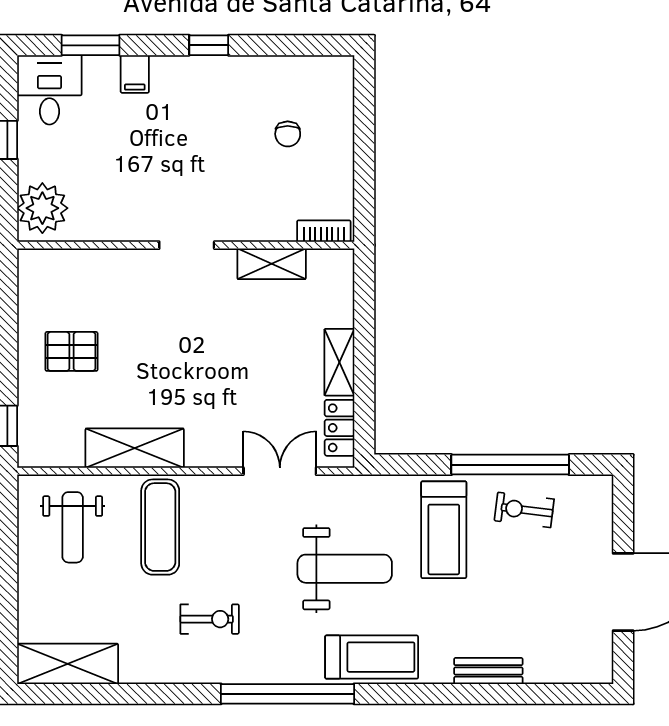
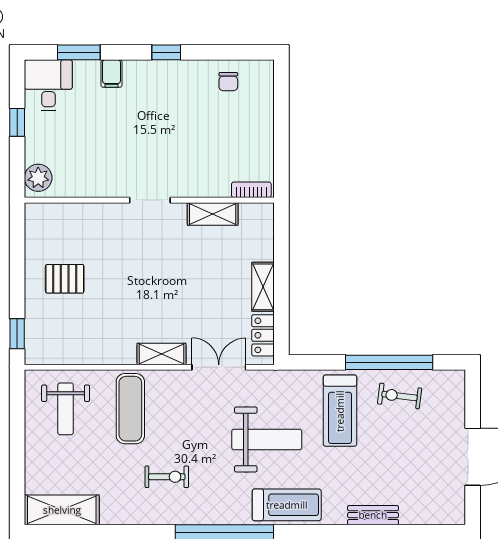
chair: (288, 134) -> (228, 82), moved
plant: (42, 208) -> (38, 178), width x0.73, depth x0.73
shelving: (135, 448) -> (161, 354), moved, width x0.67, depth x0.75

